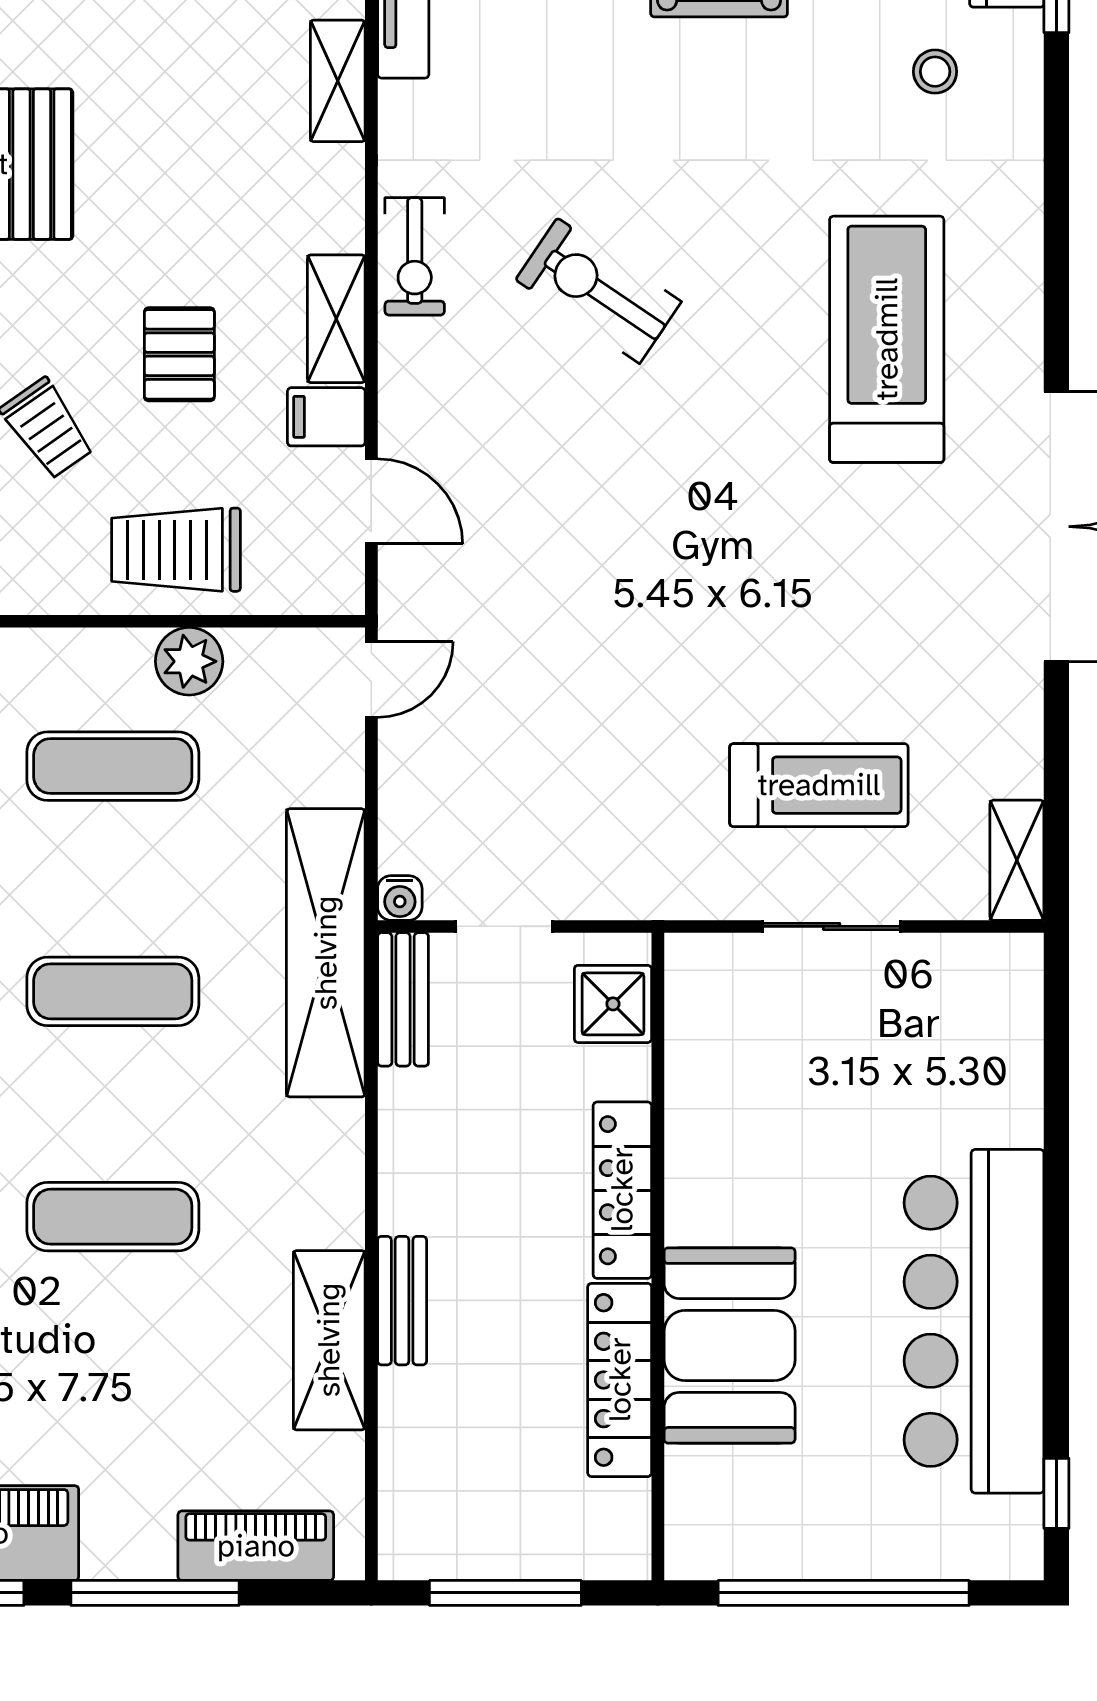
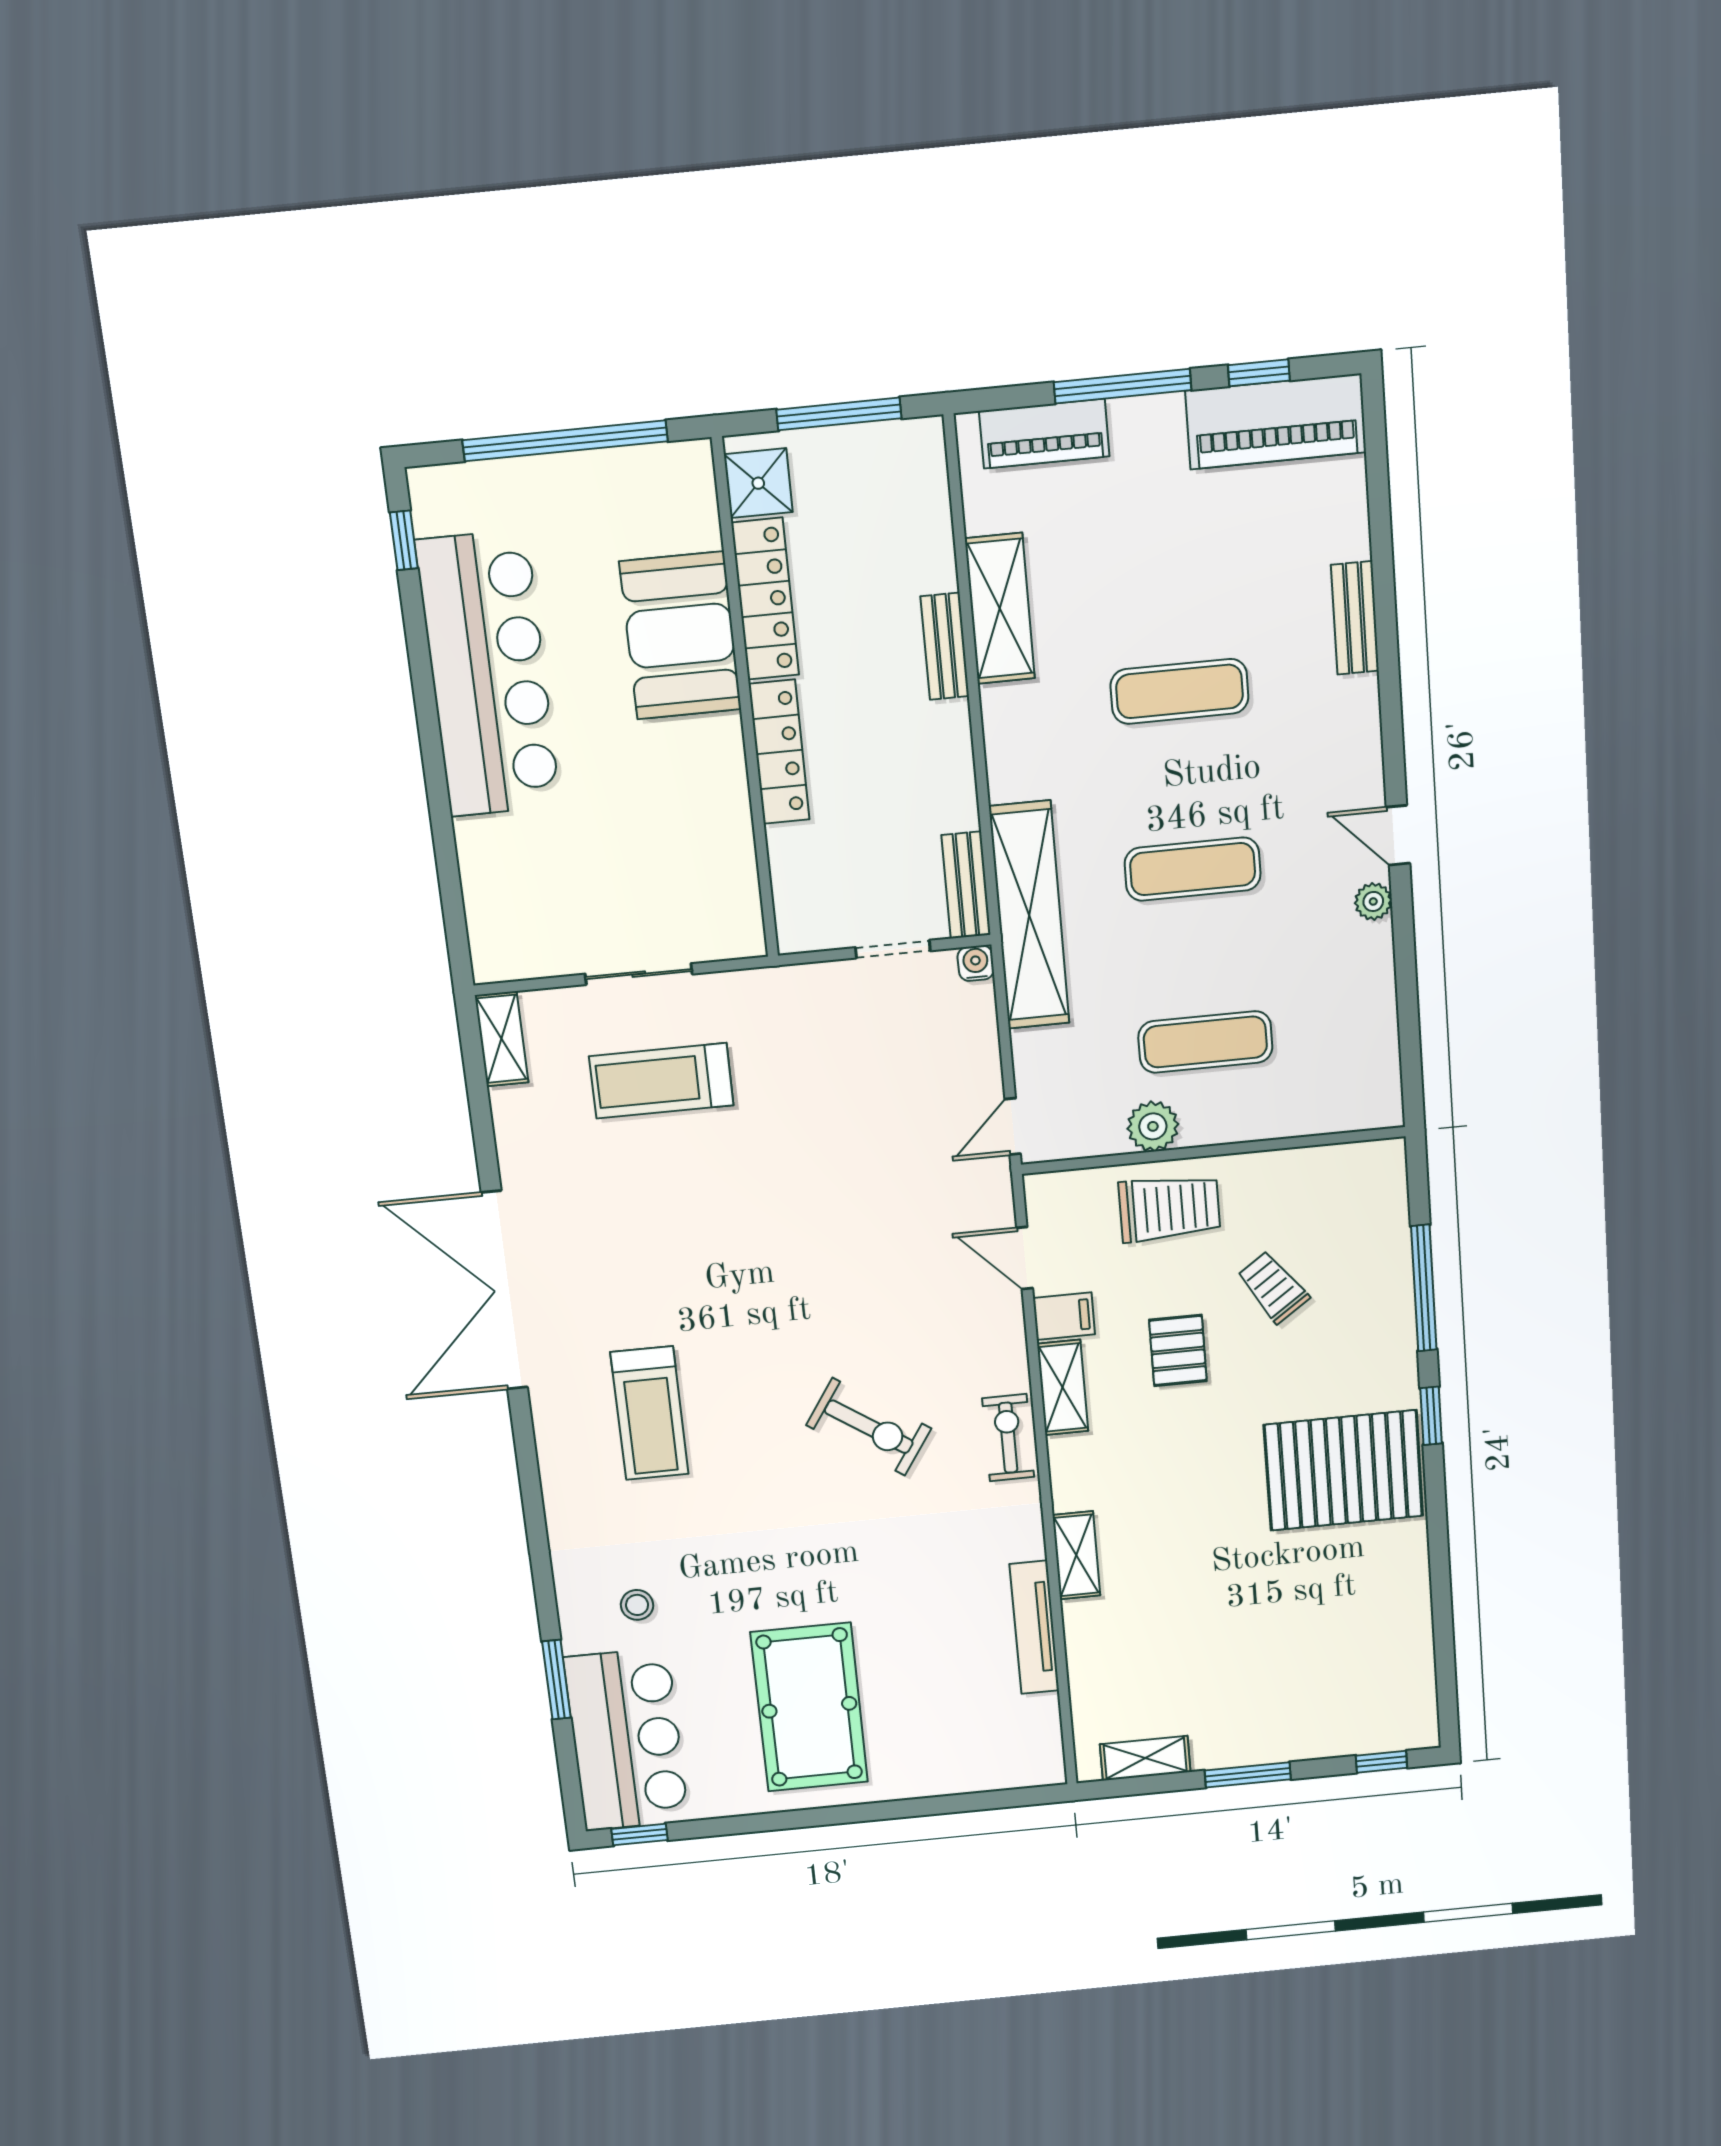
treadmill: (887, 339) -> (649, 1413), width x0.73, depth x0.73
shower: (613, 1004) -> (758, 483), moved

